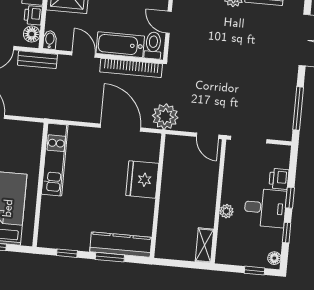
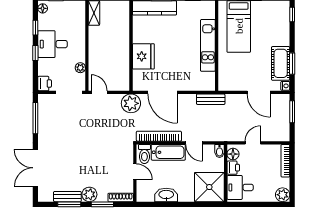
bench: (37, 60) -> (211, 99), moved
kitchen unit: (55, 160) -> (208, 45), moved
printer: (279, 179) -> (45, 84), moved
plant: (226, 211) -> (80, 68), moved

